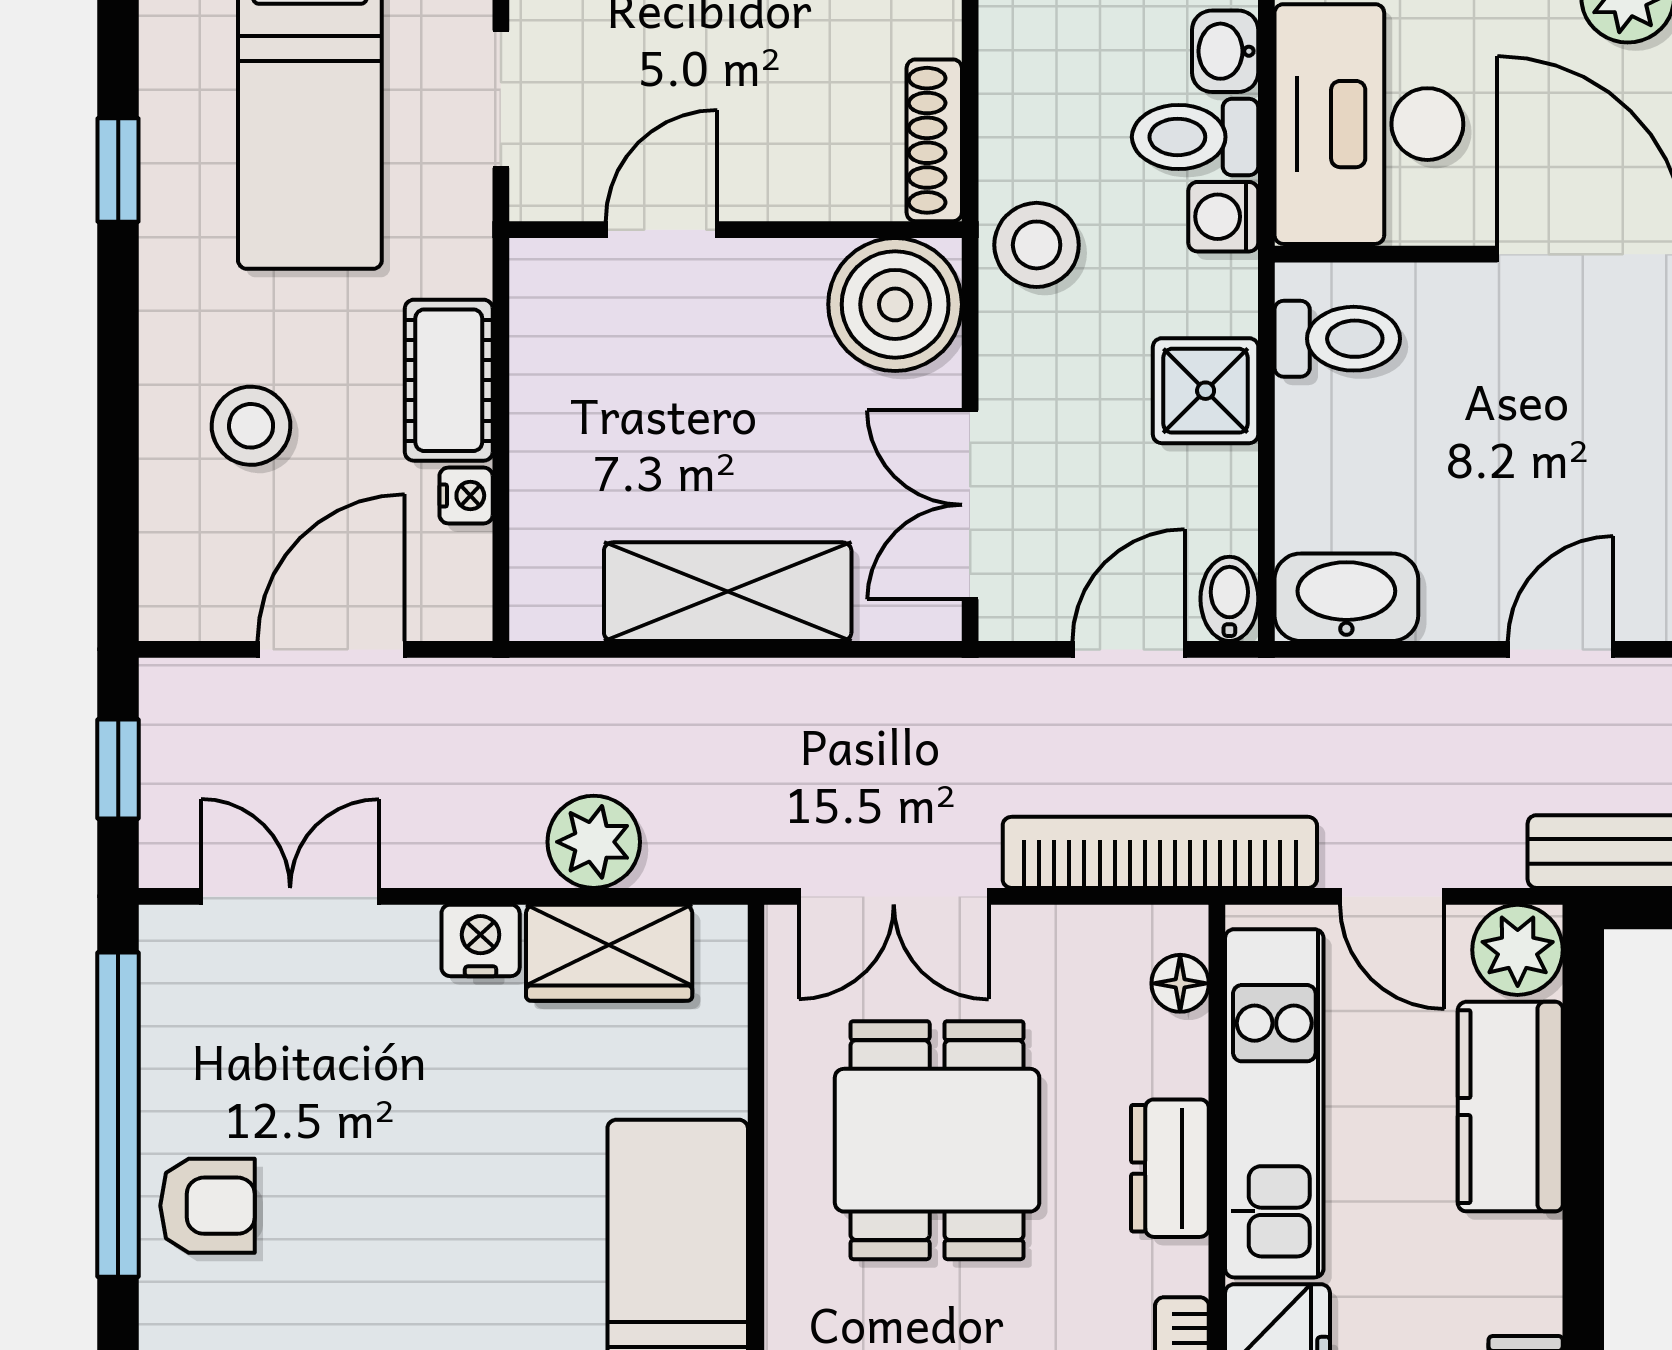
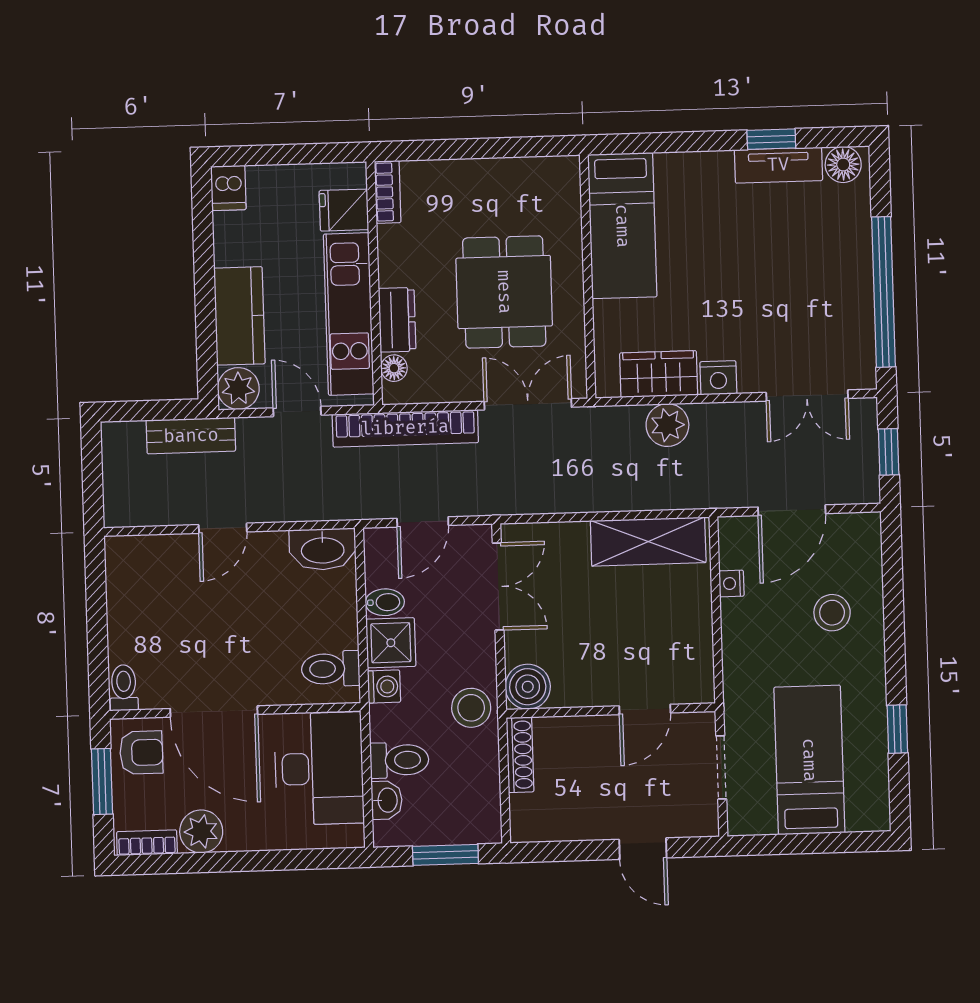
washing machine: (1223, 217) -> (384, 687), moved
boiler: (895, 304) -> (528, 687), width x0.73, depth x0.73
cot: (449, 380) -> (741, 637), removed
shelving: (728, 592) -> (648, 542), moved
bidet: (1229, 599) -> (385, 602), moved, turned -90
dresser: (1170, 1168) -> (397, 320), moved
armchair: (208, 1206) -> (841, 251), removed

